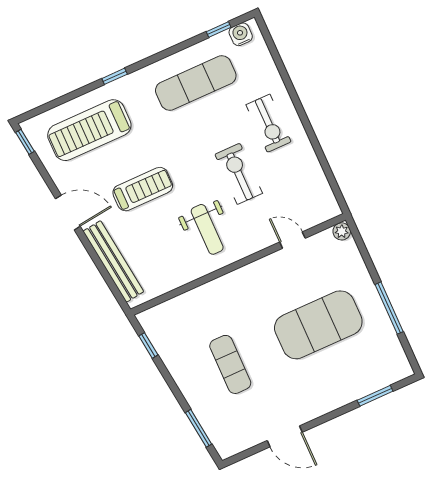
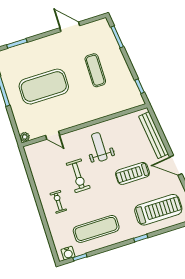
exercise bike: (269, 123) -> (58, 202), width x0.73, depth x0.72

